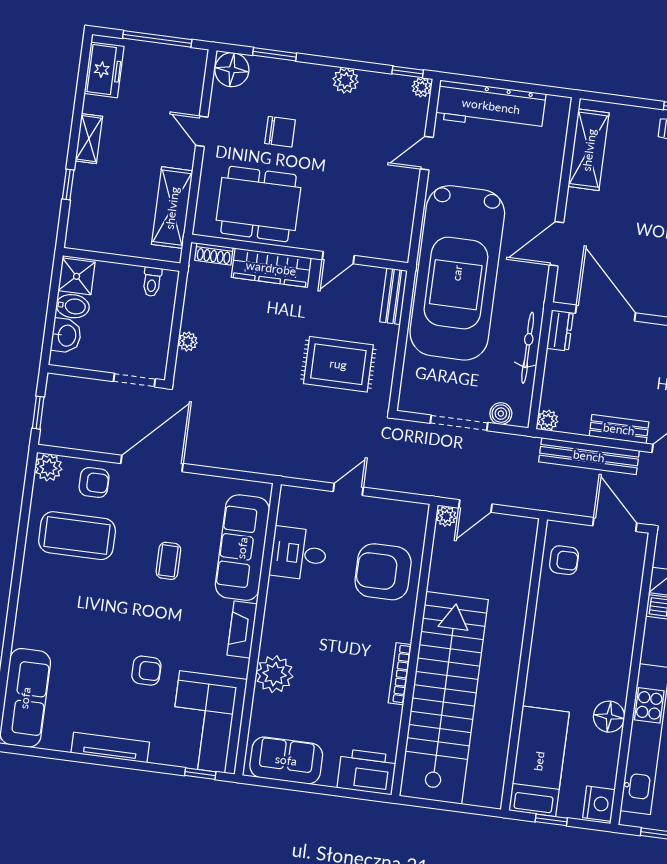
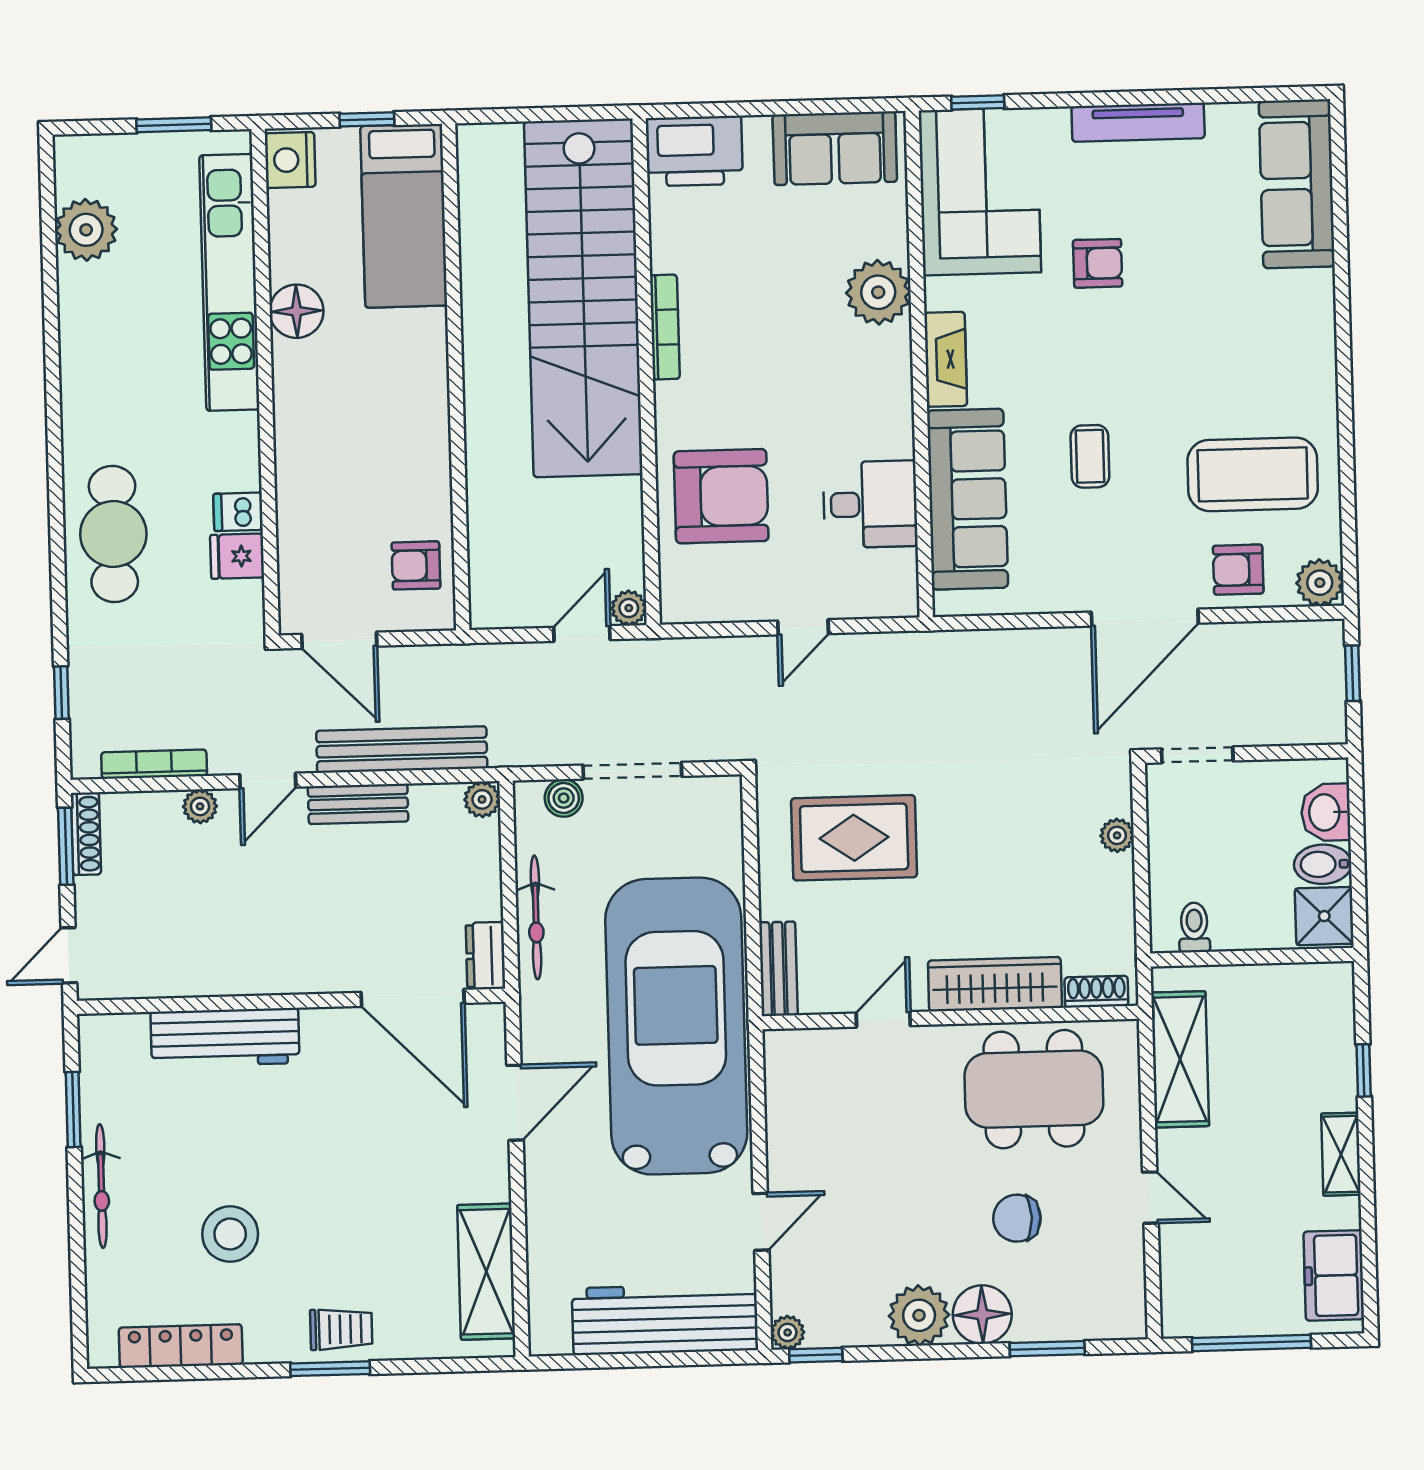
floor lamp: (232, 70) -> (982, 1314), moved
plant: (346, 80) -> (919, 1315), width x1.36, depth x1.36
armchair: (146, 671) -> (1098, 263), turned 180

